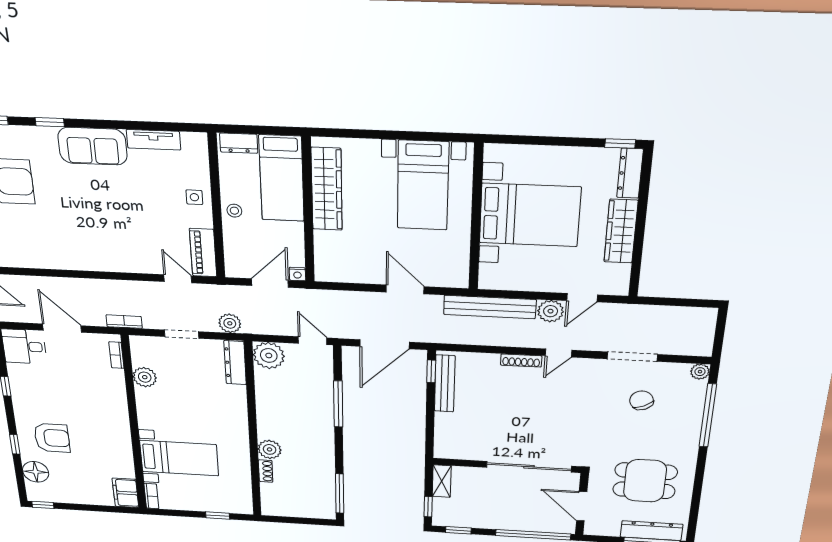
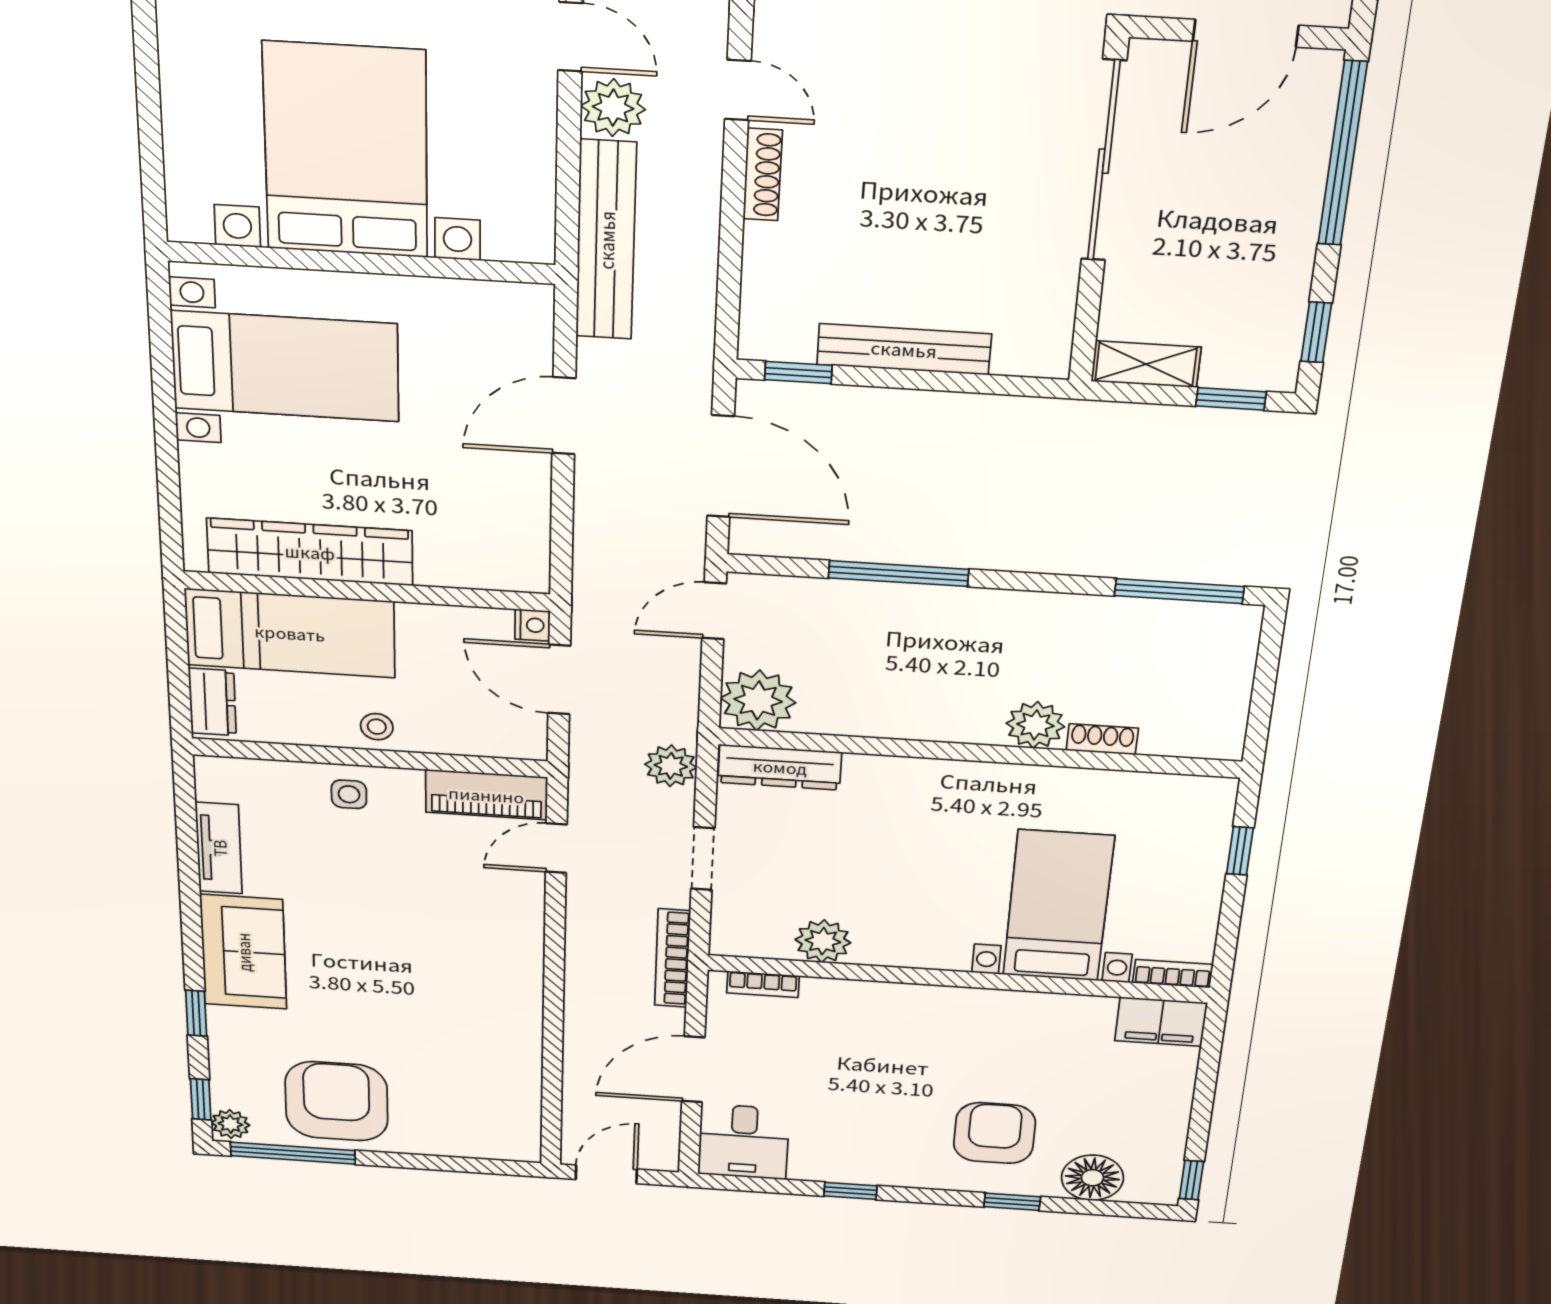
bookcase: (124, 322) -> (672, 958), width x1.56
bench: (445, 384) -> (904, 349), moved

